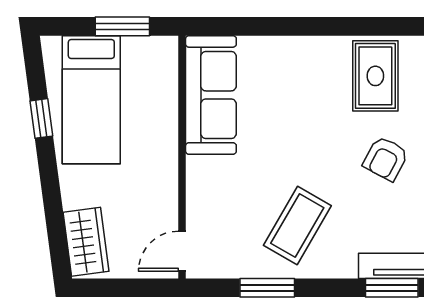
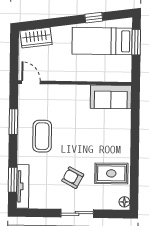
window: (122, 26) -> (136, 42), moved
sofa: (211, 95) -> (111, 97), width x0.73
coffee table: (297, 225) -> (42, 136), turned 60

